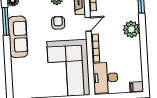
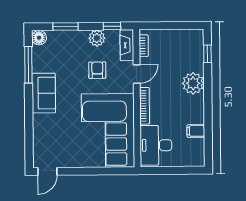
sofa: (18, 37) -> (44, 93), width x0.73
filing cabinet: (136, 87) -> (196, 131), moved

